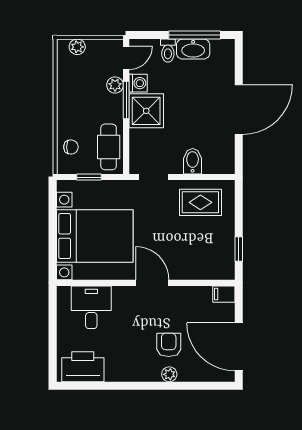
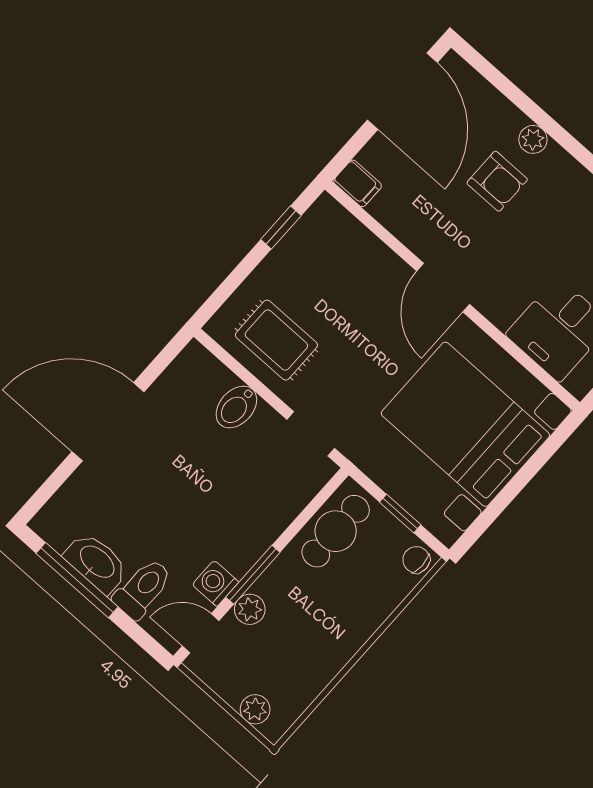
toilet: (168, 51) -> (143, 589), width x1.37, depth x1.39
shower: (146, 111) -> (238, 535), removed
chair: (71, 147) -> (416, 560), moved
armchair: (169, 345) -> (497, 181), turned -90

